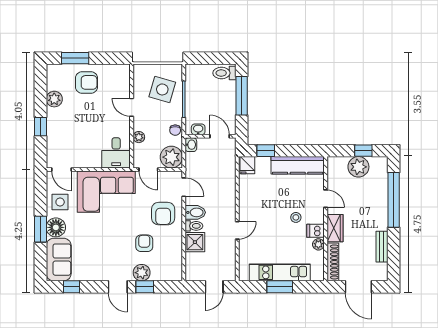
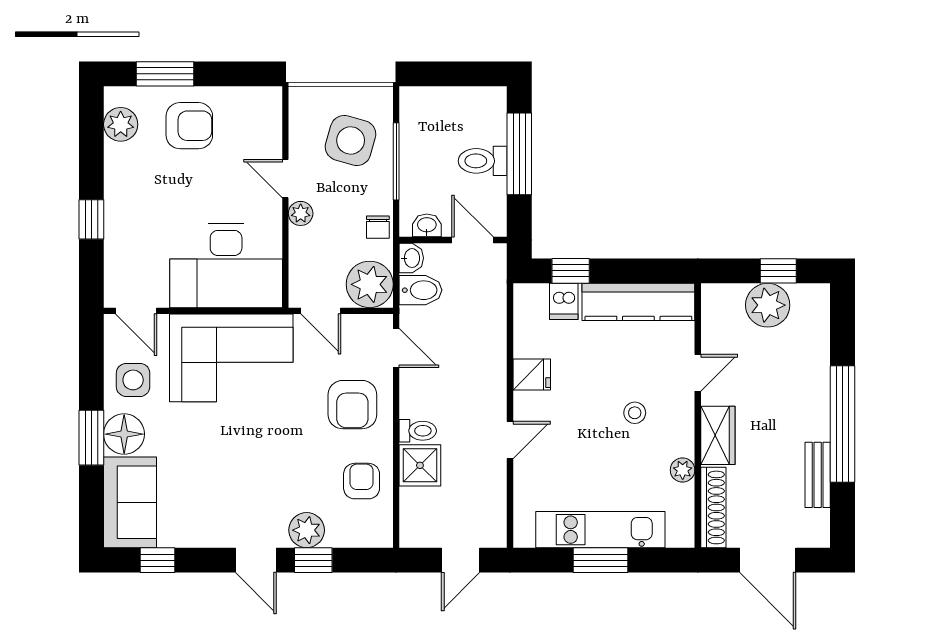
toilet: (224, 73) -> (483, 161), moved
plant: (54, 99) -> (121, 124), moved
plant: (139, 137) -> (301, 213), moved
desk: (116, 153) -> (226, 266), width x1.87, depth x1.30
fridge: (247, 165) -> (532, 374), moved, turned -90
door: (326, 199) -> (698, 373), hinge flipped
window: (394, 200) -> (842, 424), moved
bidet: (195, 212) -> (421, 290), moved
dishwasher: (316, 231) -> (564, 301), moved, turned -90
armchair: (144, 243) -> (362, 481), moved

